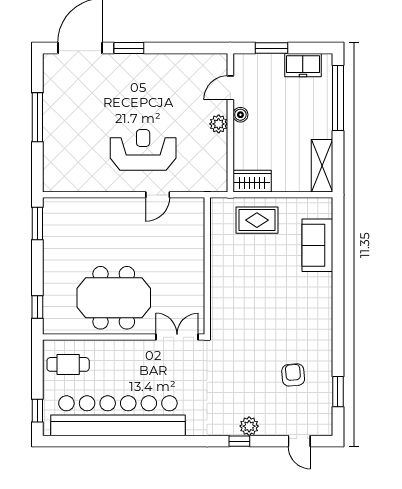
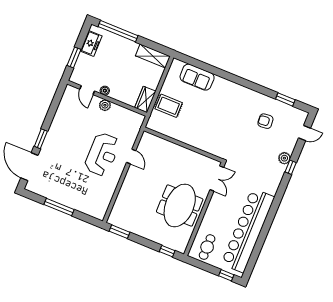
reception desk: (143, 150) -> (102, 154), turned 180
rug: (257, 220) -> (169, 106), turned 90
double door: (177, 337) -> (217, 179), swing flipped

